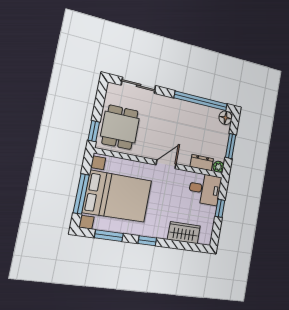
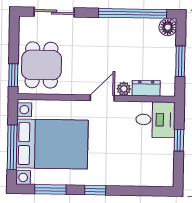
plant: (218, 167) -> (124, 89), moved
wardrobe: (184, 233) -> (138, 175), removed

